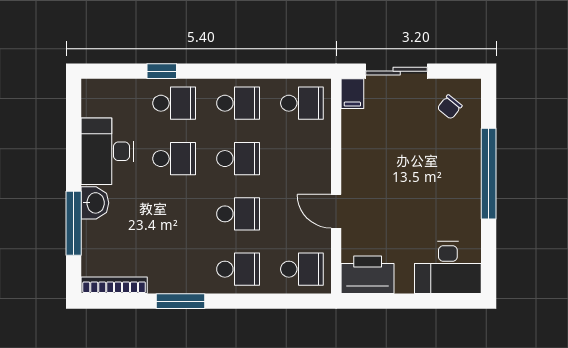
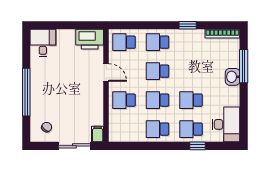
school desk: (302, 103) -> (124, 100), moved
desk: (107, 151) -> (226, 124), moved
desk: (448, 268) -> (43, 43), width x0.73
window: (181, 301) -> (188, 25), width x0.67

